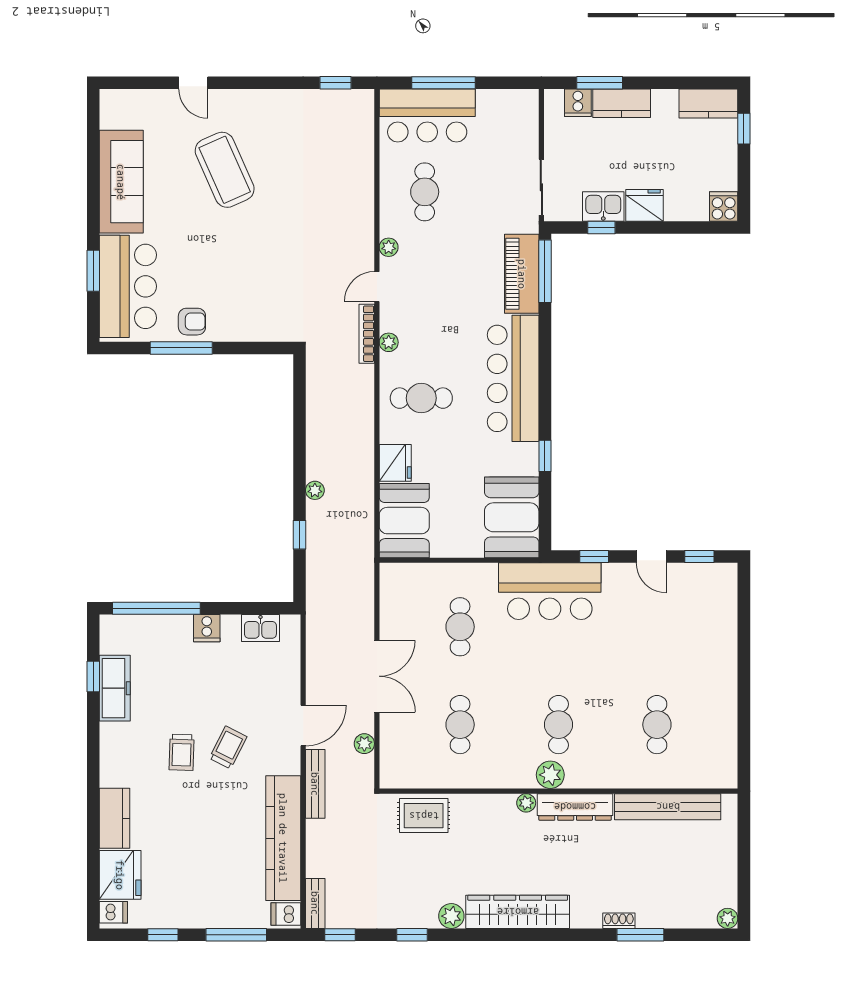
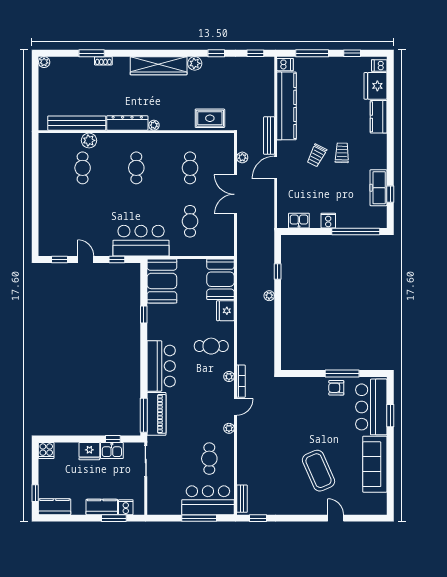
bar counter: (513, 378) -> (161, 366), width x0.73
plant: (550, 775) -> (89, 140), moved
bench: (315, 903) -> (242, 499), moved

